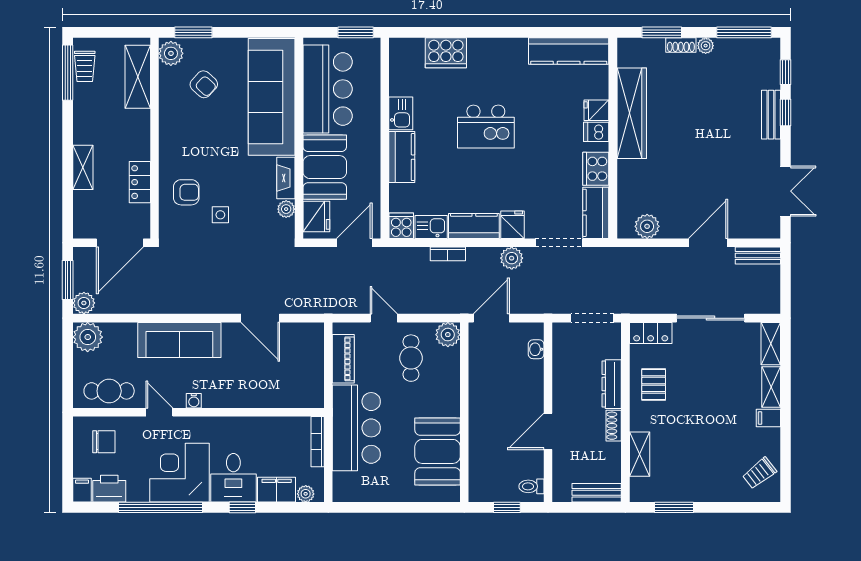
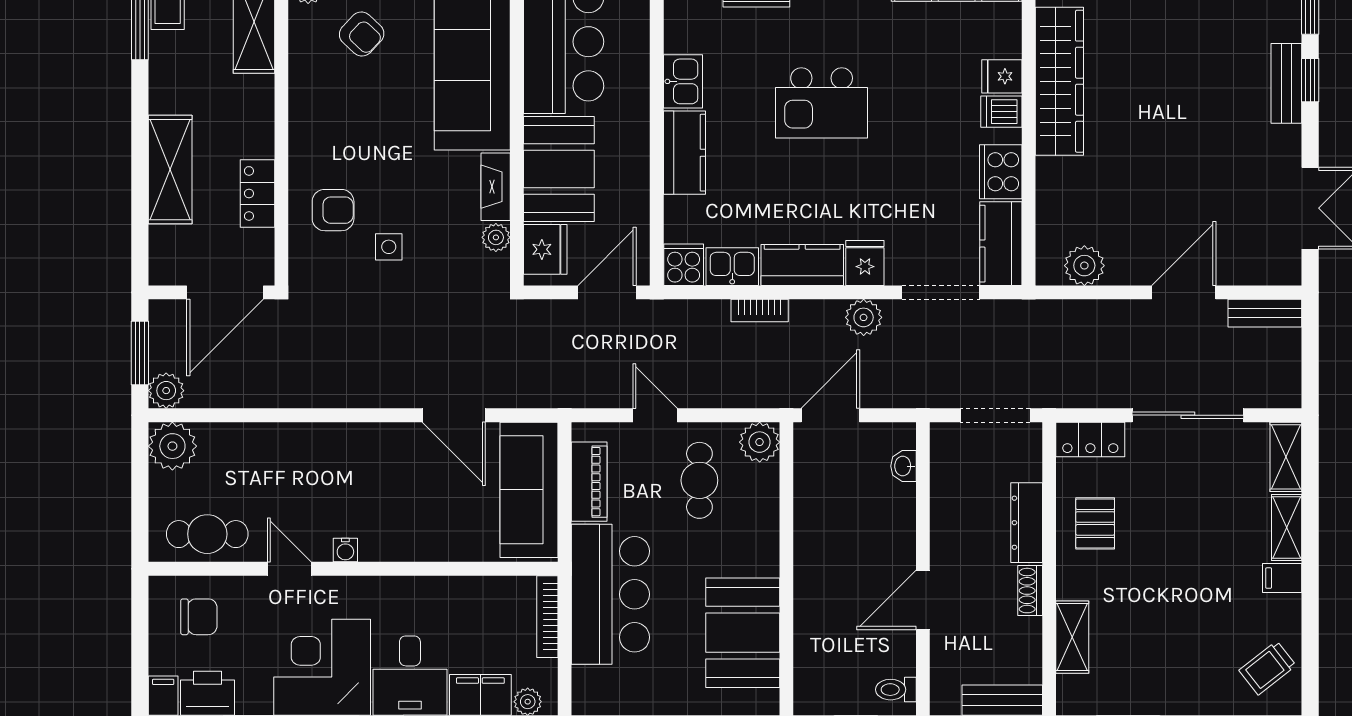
shelving: (83, 167) -> (170, 170), width x1.50, depth x1.33
sofa: (179, 340) -> (529, 490), moved, turned 90

